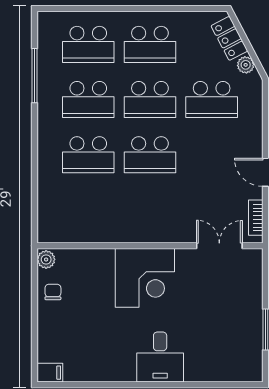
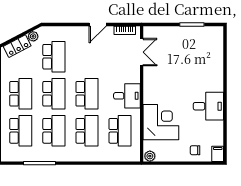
school desk: (88, 210) -> (120, 131), added
desk: (147, 221) -> (127, 96), added
double door: (219, 246) -> (142, 52), swing flipped
corner desk: (145, 278) -> (161, 122), moved
chair: (53, 292) -> (195, 150), moved
desk: (160, 357) -> (208, 106), moved

